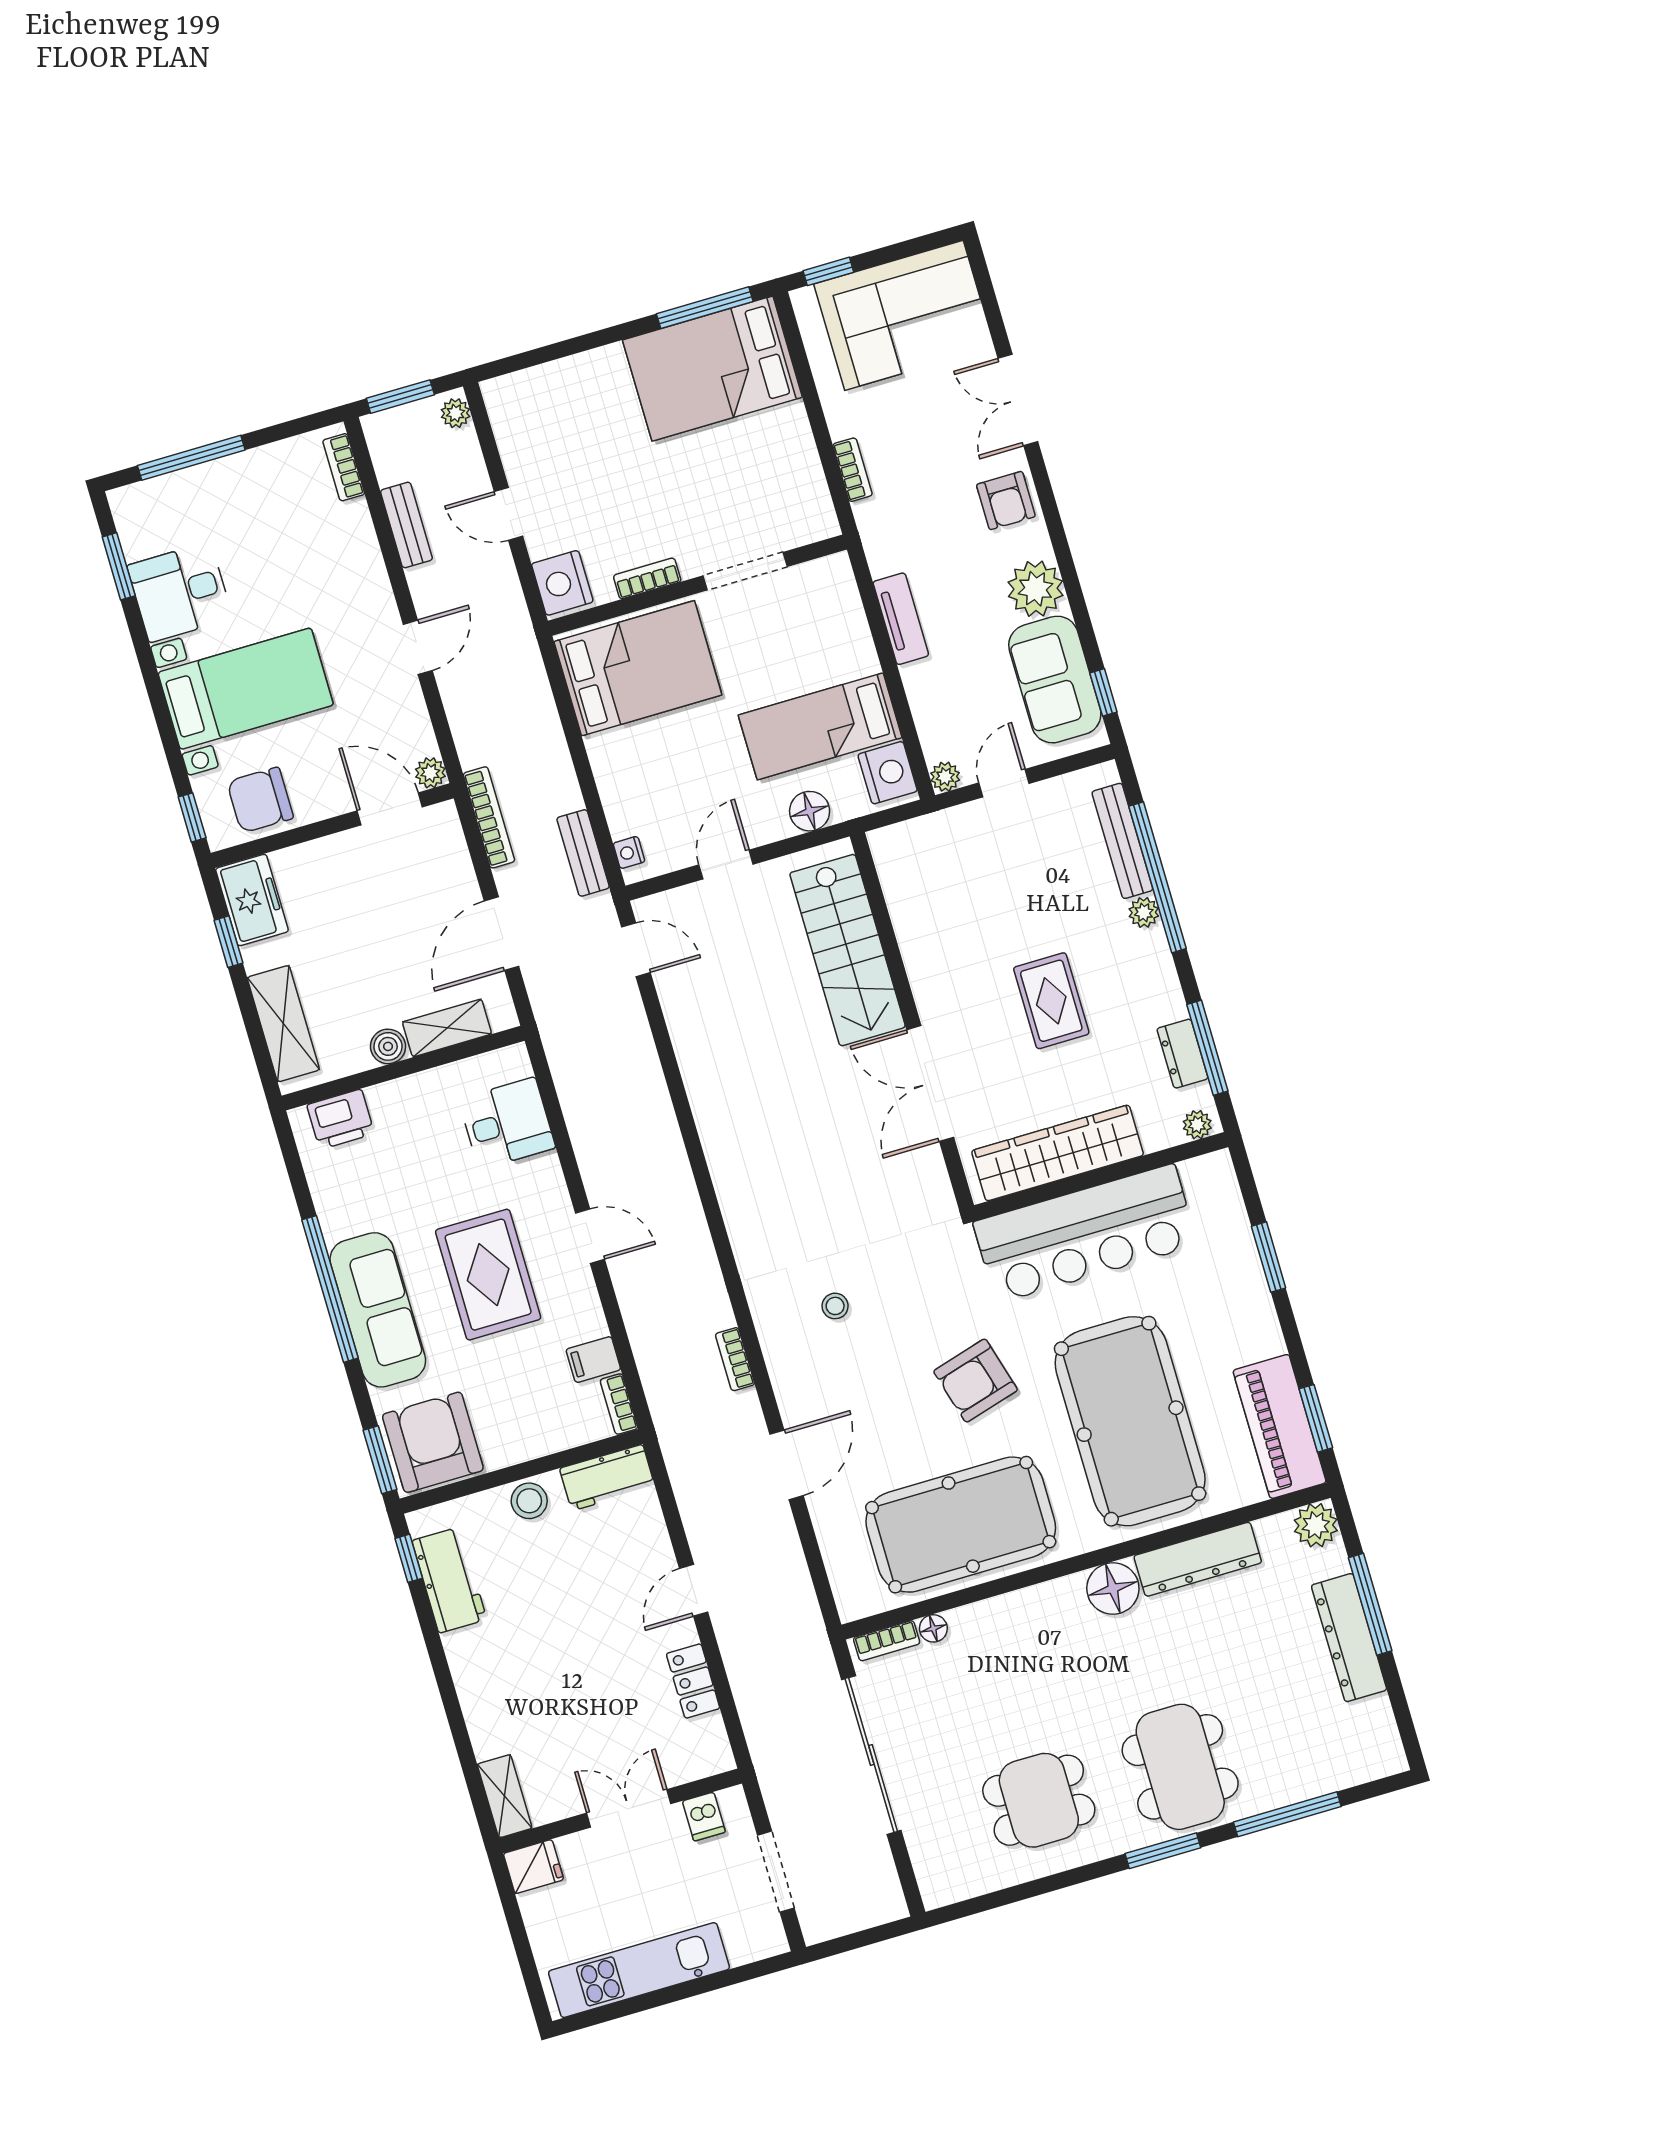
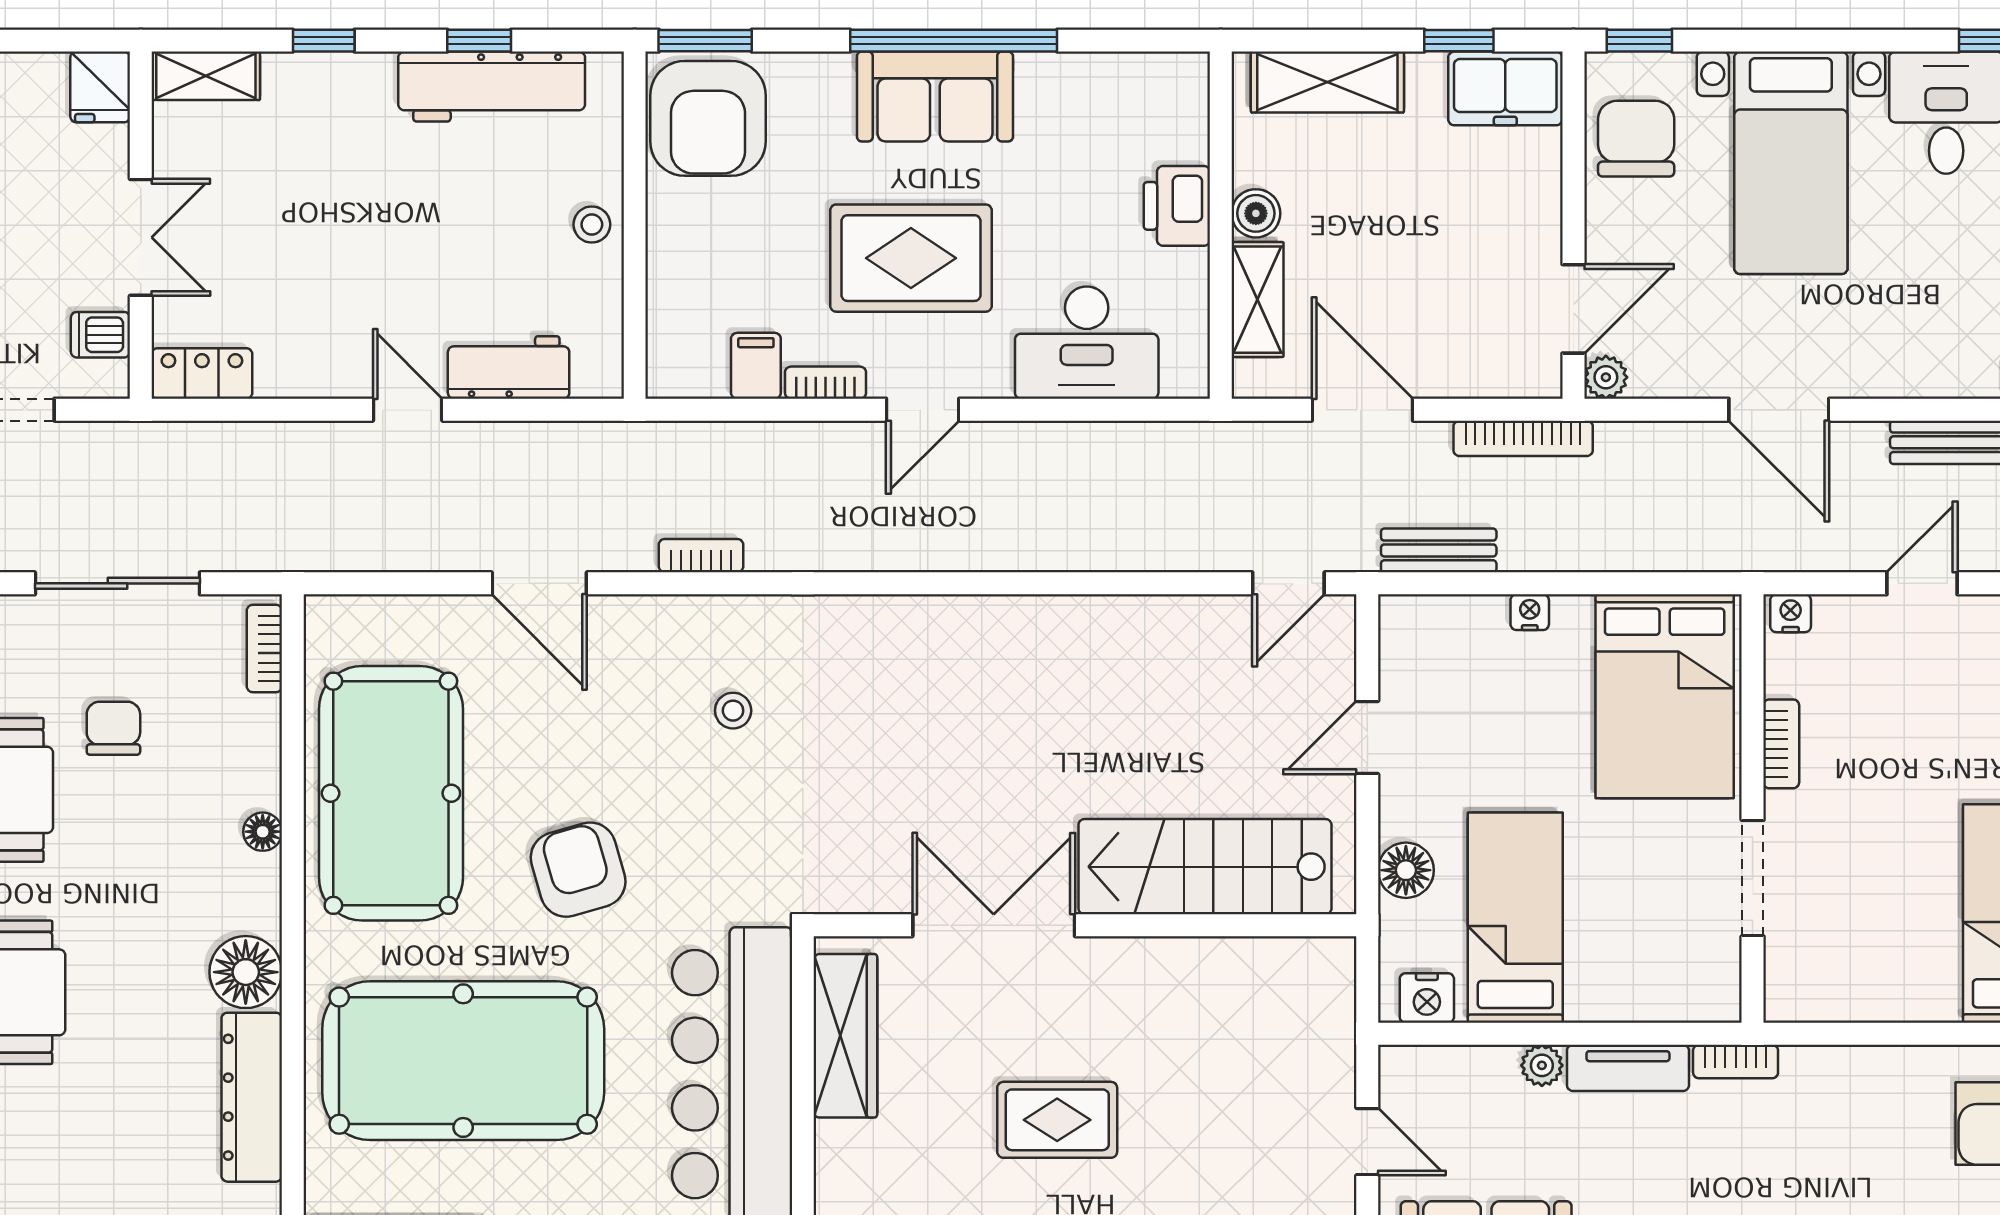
bookcase: (853, 470) -> (1736, 1062), moved
nightstand: (562, 583) -> (1791, 613), width x0.53, depth x0.56
door: (418, 647) -> (1779, 410), width x1.38
nightstand: (888, 773) -> (1427, 998), width x0.74, depth x0.75
plant: (945, 777) -> (1542, 1065), moved
nightstand: (629, 852) -> (1530, 612), moved
door: (726, 864) -> (1367, 738), swing flipped
printer: (341, 1119) -> (1177, 206), moved
desk: (507, 1123) -> (1087, 343), width x1.37
wardrobe: (1058, 1153) -> (845, 1036), width x0.71, depth x0.85
sofa: (378, 1310) -> (935, 97), width x0.73
bookcase: (619, 1404) -> (826, 383), moved
armchair: (433, 1442) -> (708, 118), turned 90
workbench: (607, 1478) -> (509, 367), moved, turned 90
stool: (529, 1501) -> (592, 224), width x0.73, depth x0.73
window: (409, 1558) -> (479, 41), moved
workbench: (449, 1580) -> (492, 87), width x1.38
floor lamp: (933, 1628) -> (263, 832), moved
locker: (693, 1681) -> (202, 373), moved
window: (457, 1722) -> (324, 41), added
chair: (972, 1729) -> (113, 728), added
sliding door: (871, 1755) -> (117, 583), width x0.73

